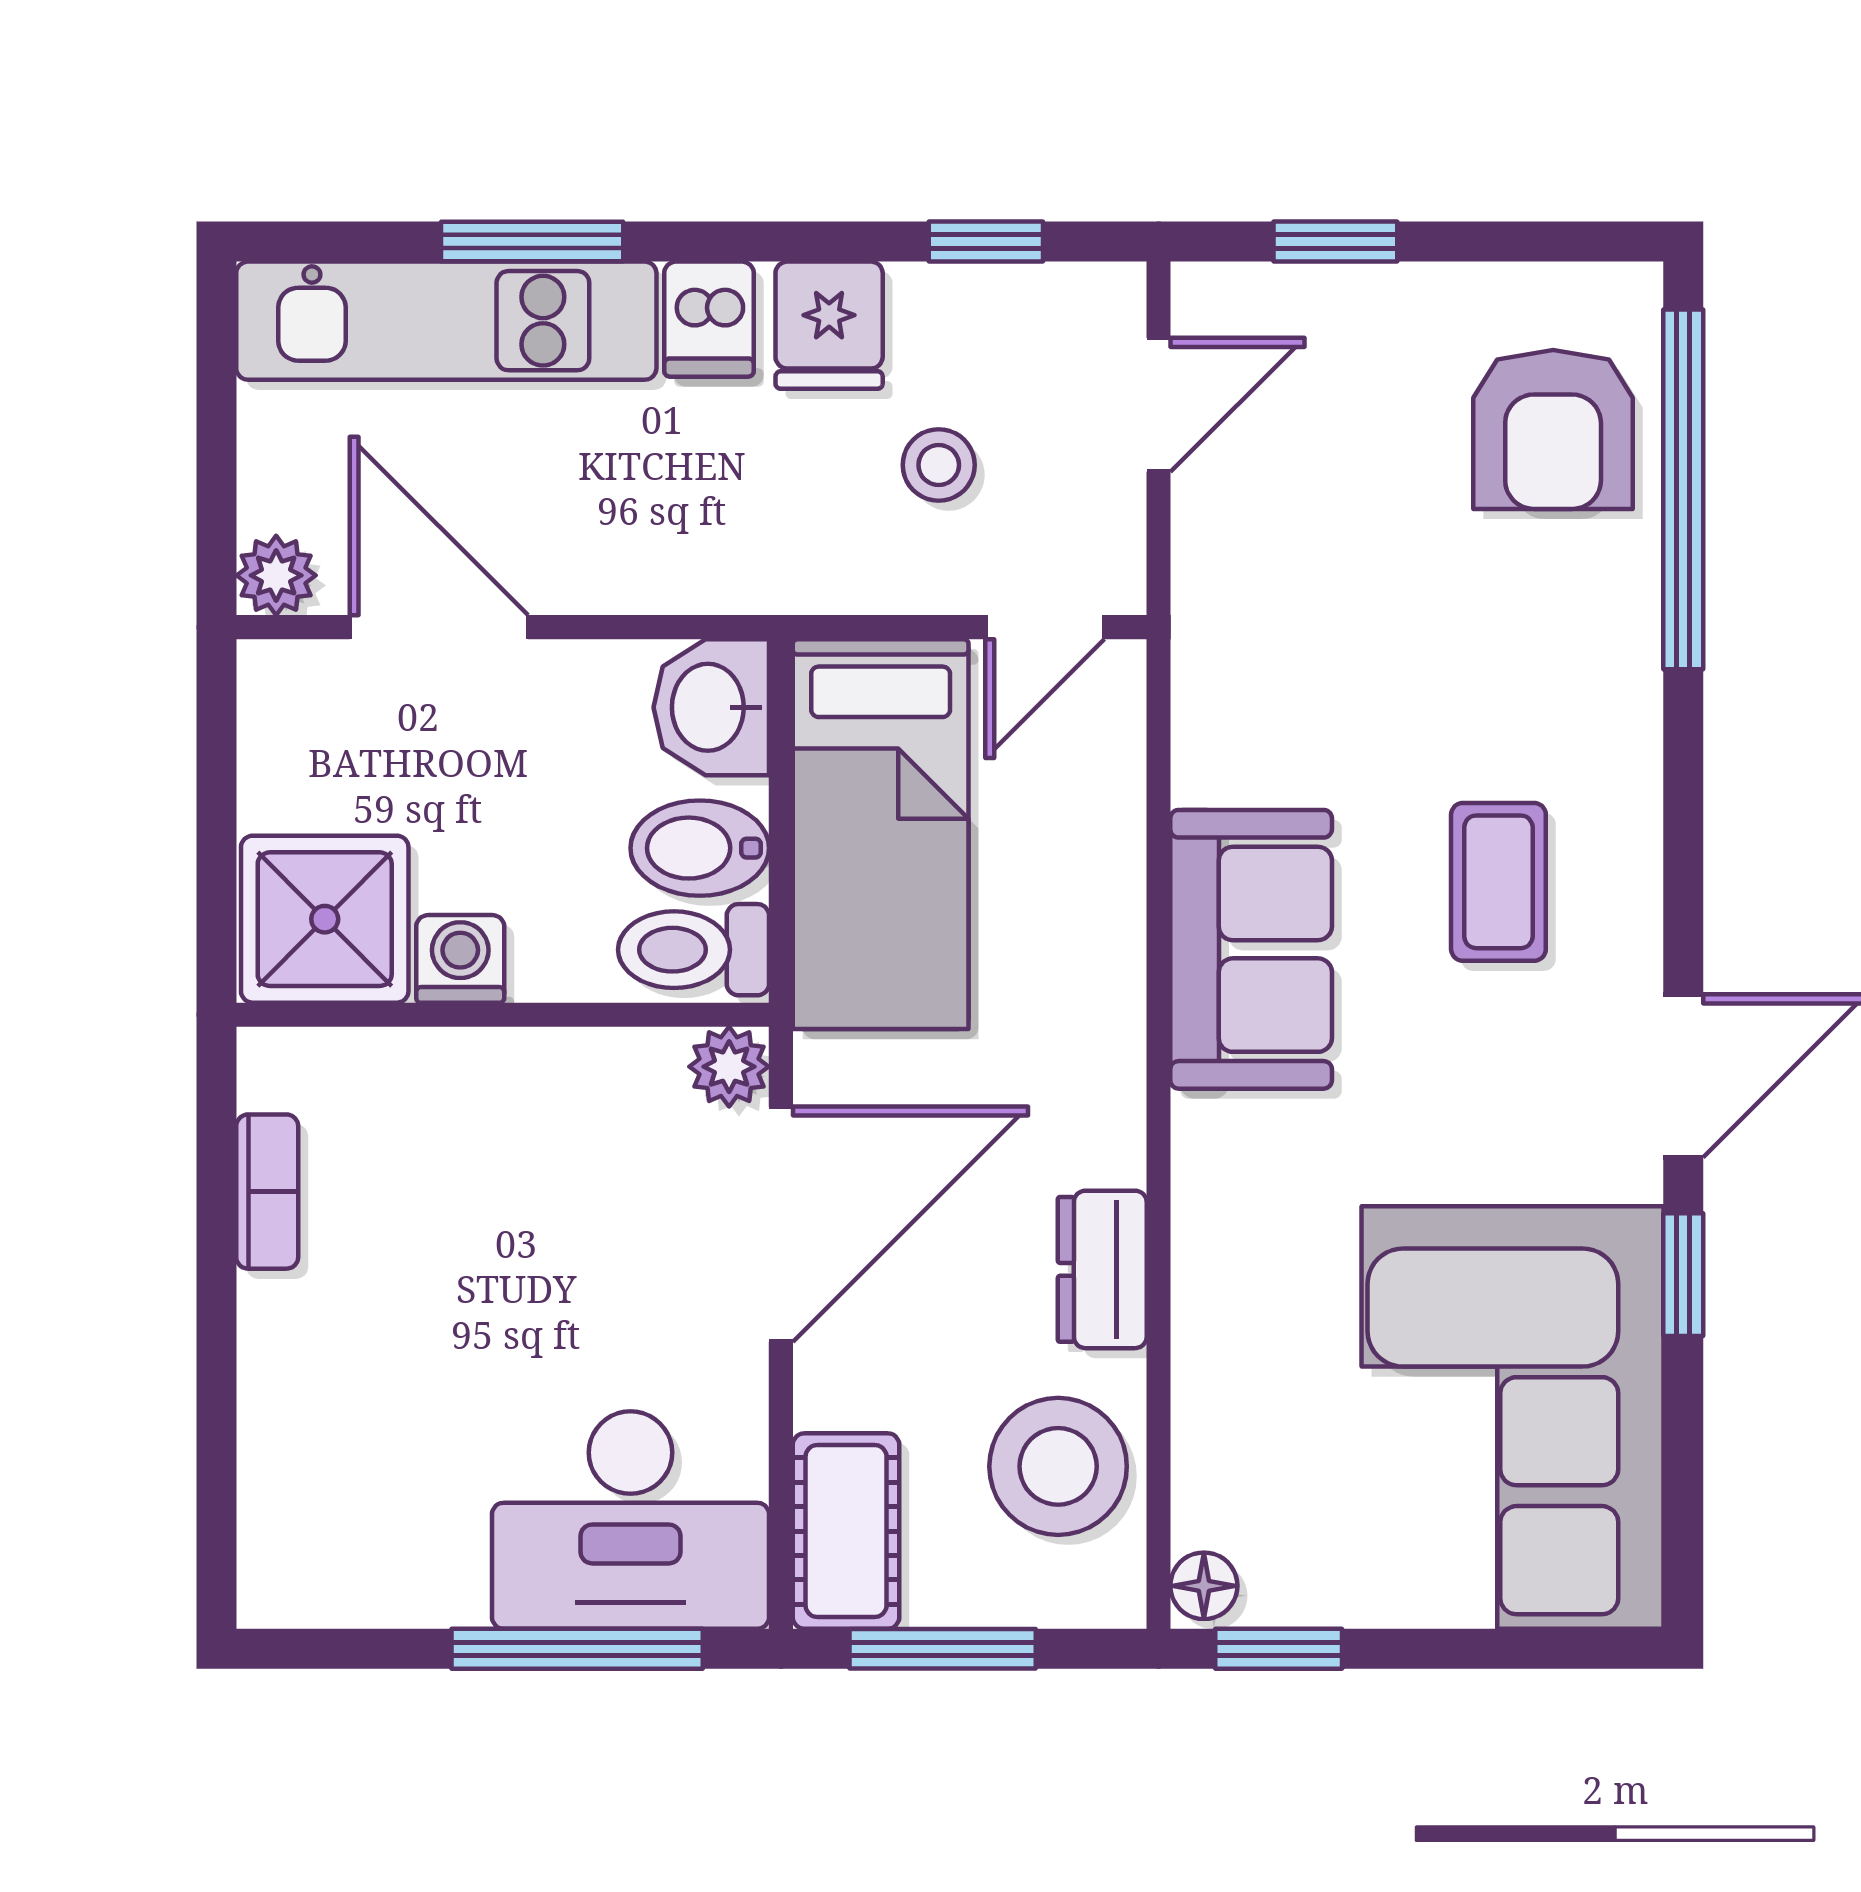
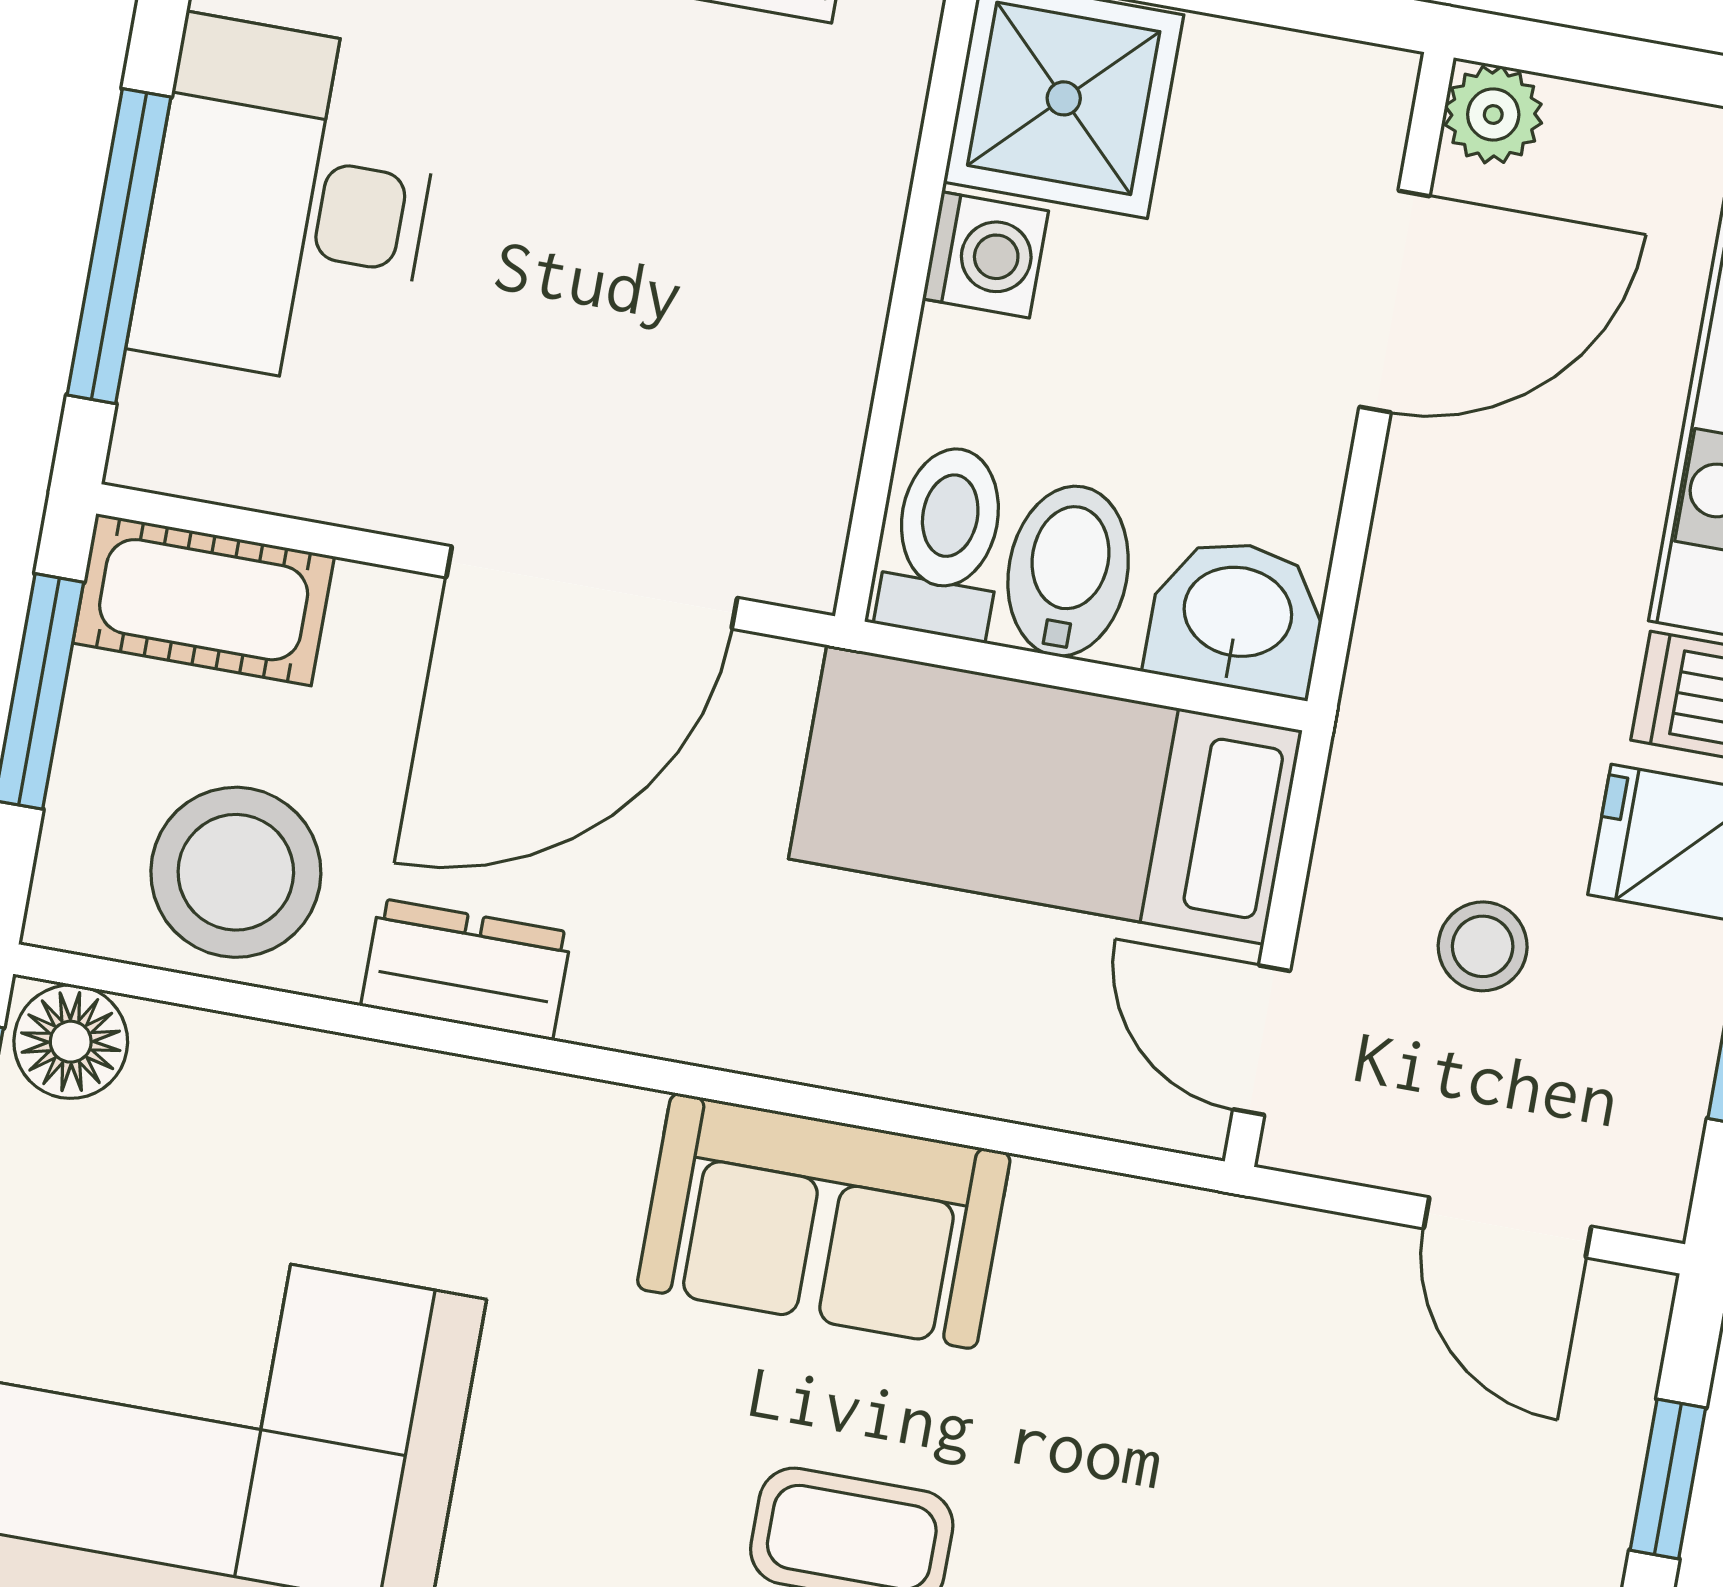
plant: (729, 1067) -> (795, 559), removed
door: (781, 1224) -> (592, 588), hinge flipped
desk: (630, 1520) -> (289, 204), moved
floor lamp: (1204, 1586) -> (71, 1042), width x1.37, depth x1.37

